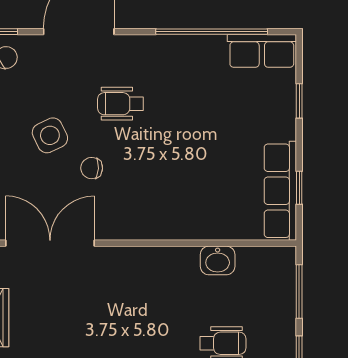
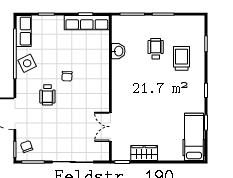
side table: (50, 135) -> (27, 63), moved
chair: (92, 168) -> (67, 76), moved
double door: (50, 243) -> (110, 127), width x0.73

